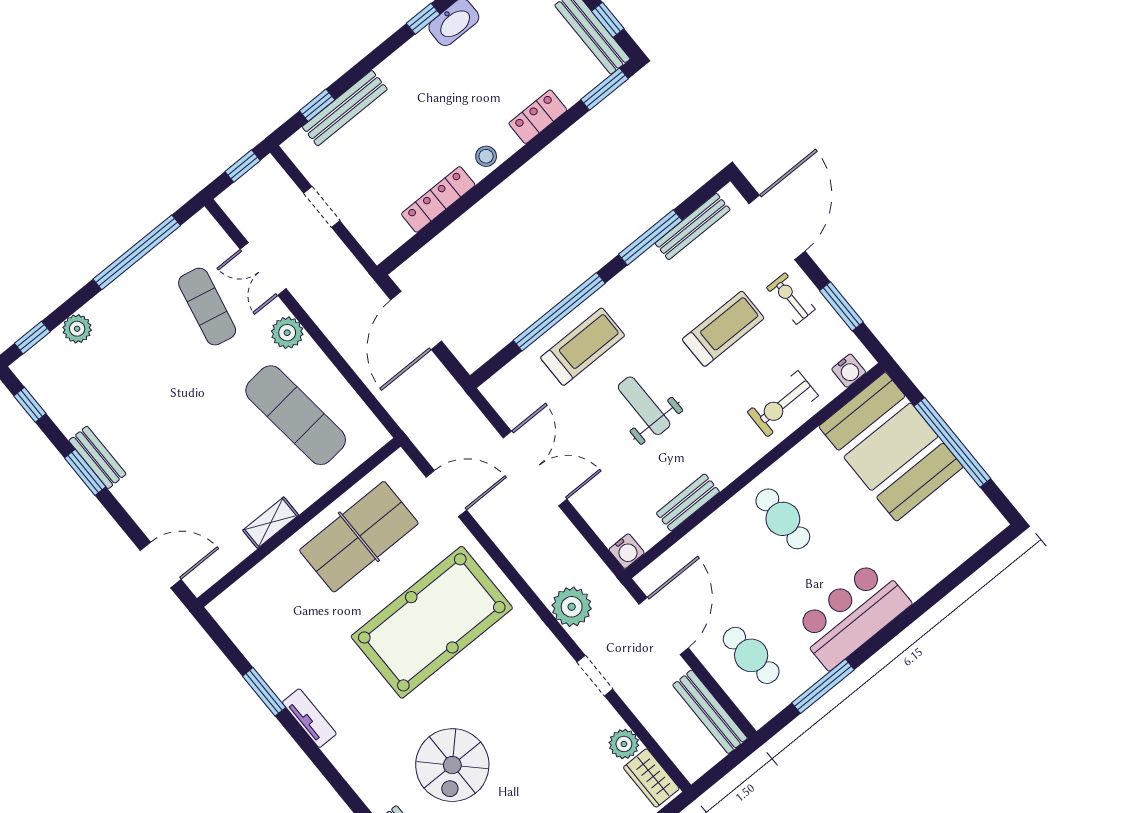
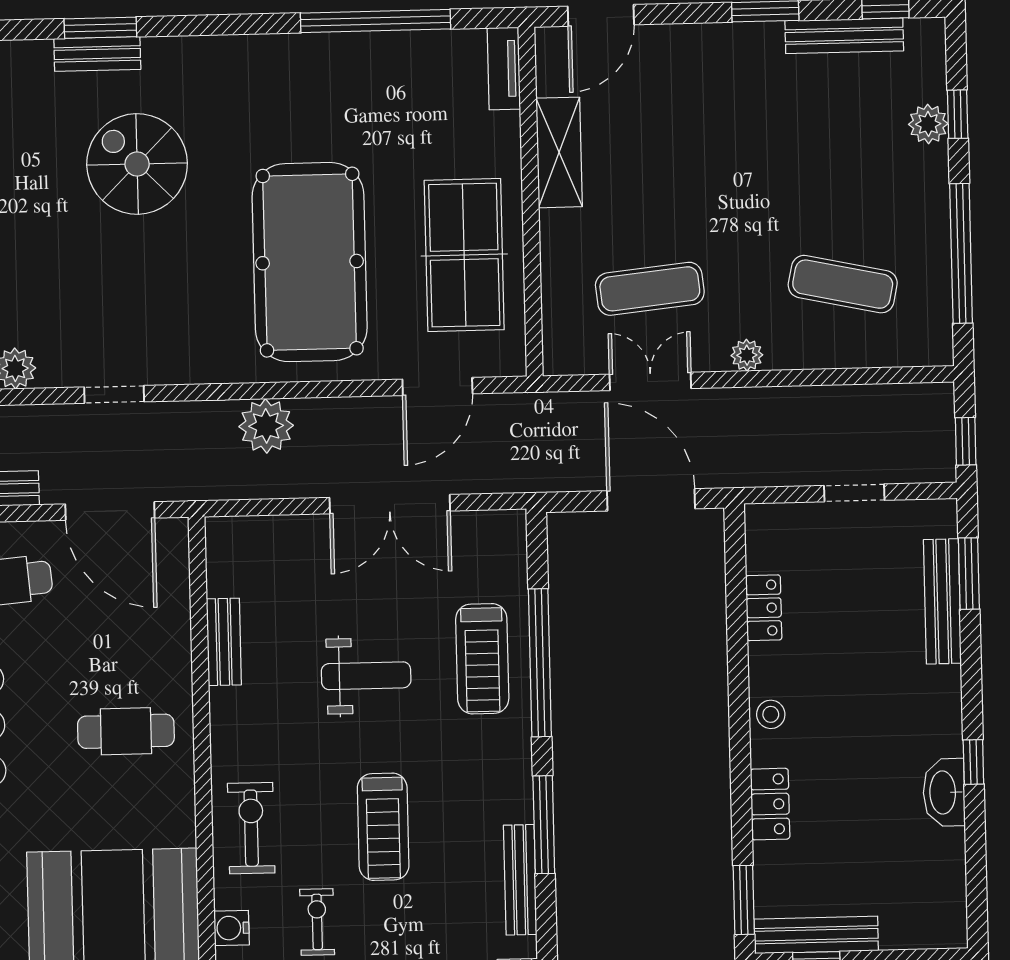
window: (317, 105) -> (969, 574), width x1.50
locker: (438, 199) -> (764, 608), width x0.66
double door: (263, 269) -> (650, 381), moved
exercise bike: (791, 298) -> (317, 922), moved, turned -90
plant: (287, 333) -> (747, 355), width x0.73, depth x0.73
window: (32, 338) -> (958, 114), moved
exercise mat: (296, 415) -> (650, 289), width x0.73, depth x0.69
bench: (97, 457) -> (844, 36), moved, width x1.36
shelving: (271, 523) -> (559, 152), width x1.50, depth x1.33
water cooler: (627, 551) -> (223, 534), removed
plant: (572, 607) -> (266, 426), moved
window: (264, 692) -> (376, 21), width x2.11
tv unit: (309, 718) -> (504, 69), moved, turned 90

